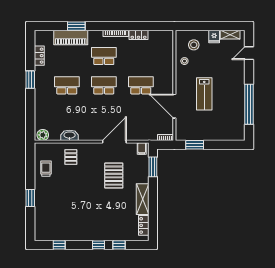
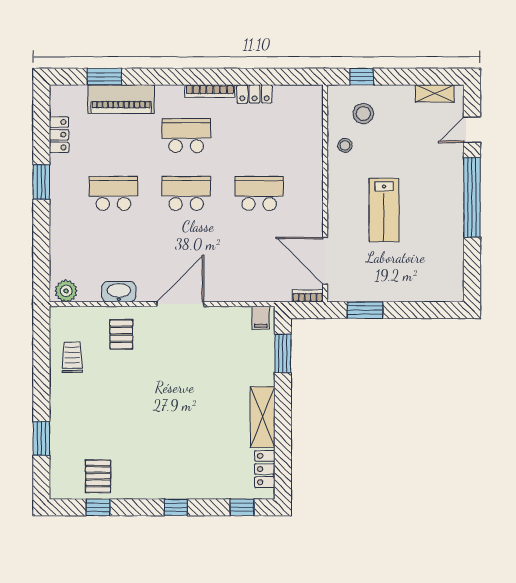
window: (76, 26) -> (104, 77), moved
window: (193, 26) -> (362, 77), added
fridge: (214, 37) -> (403, 97), removed
window: (249, 104) -> (472, 197), moved
door: (174, 106) -> (325, 261), moved
door: (114, 142) -> (180, 304), moved
pallet: (114, 176) -> (98, 476), moved, width x0.67, depth x0.71
window: (30, 198) -> (41, 438), moved
window: (119, 245) -> (242, 507), moved

